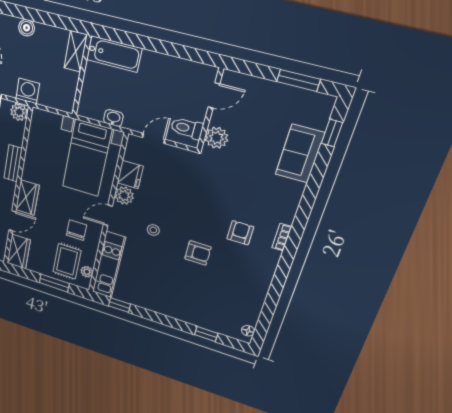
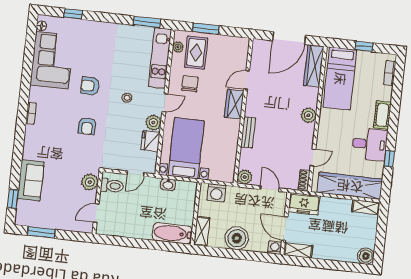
boiler: (27, 28) -> (237, 238), width x1.86, depth x1.86
washing machine: (28, 91) -> (216, 193), moved
chair: (76, 230) -> (190, 84), turned 180
armchair: (240, 233) -> (87, 126), moved
wardrobe: (19, 252) -> (240, 52), removed
corner sofa: (242, 291) -> (52, 60), added
window: (120, 305) -> (147, 22), width x1.50

